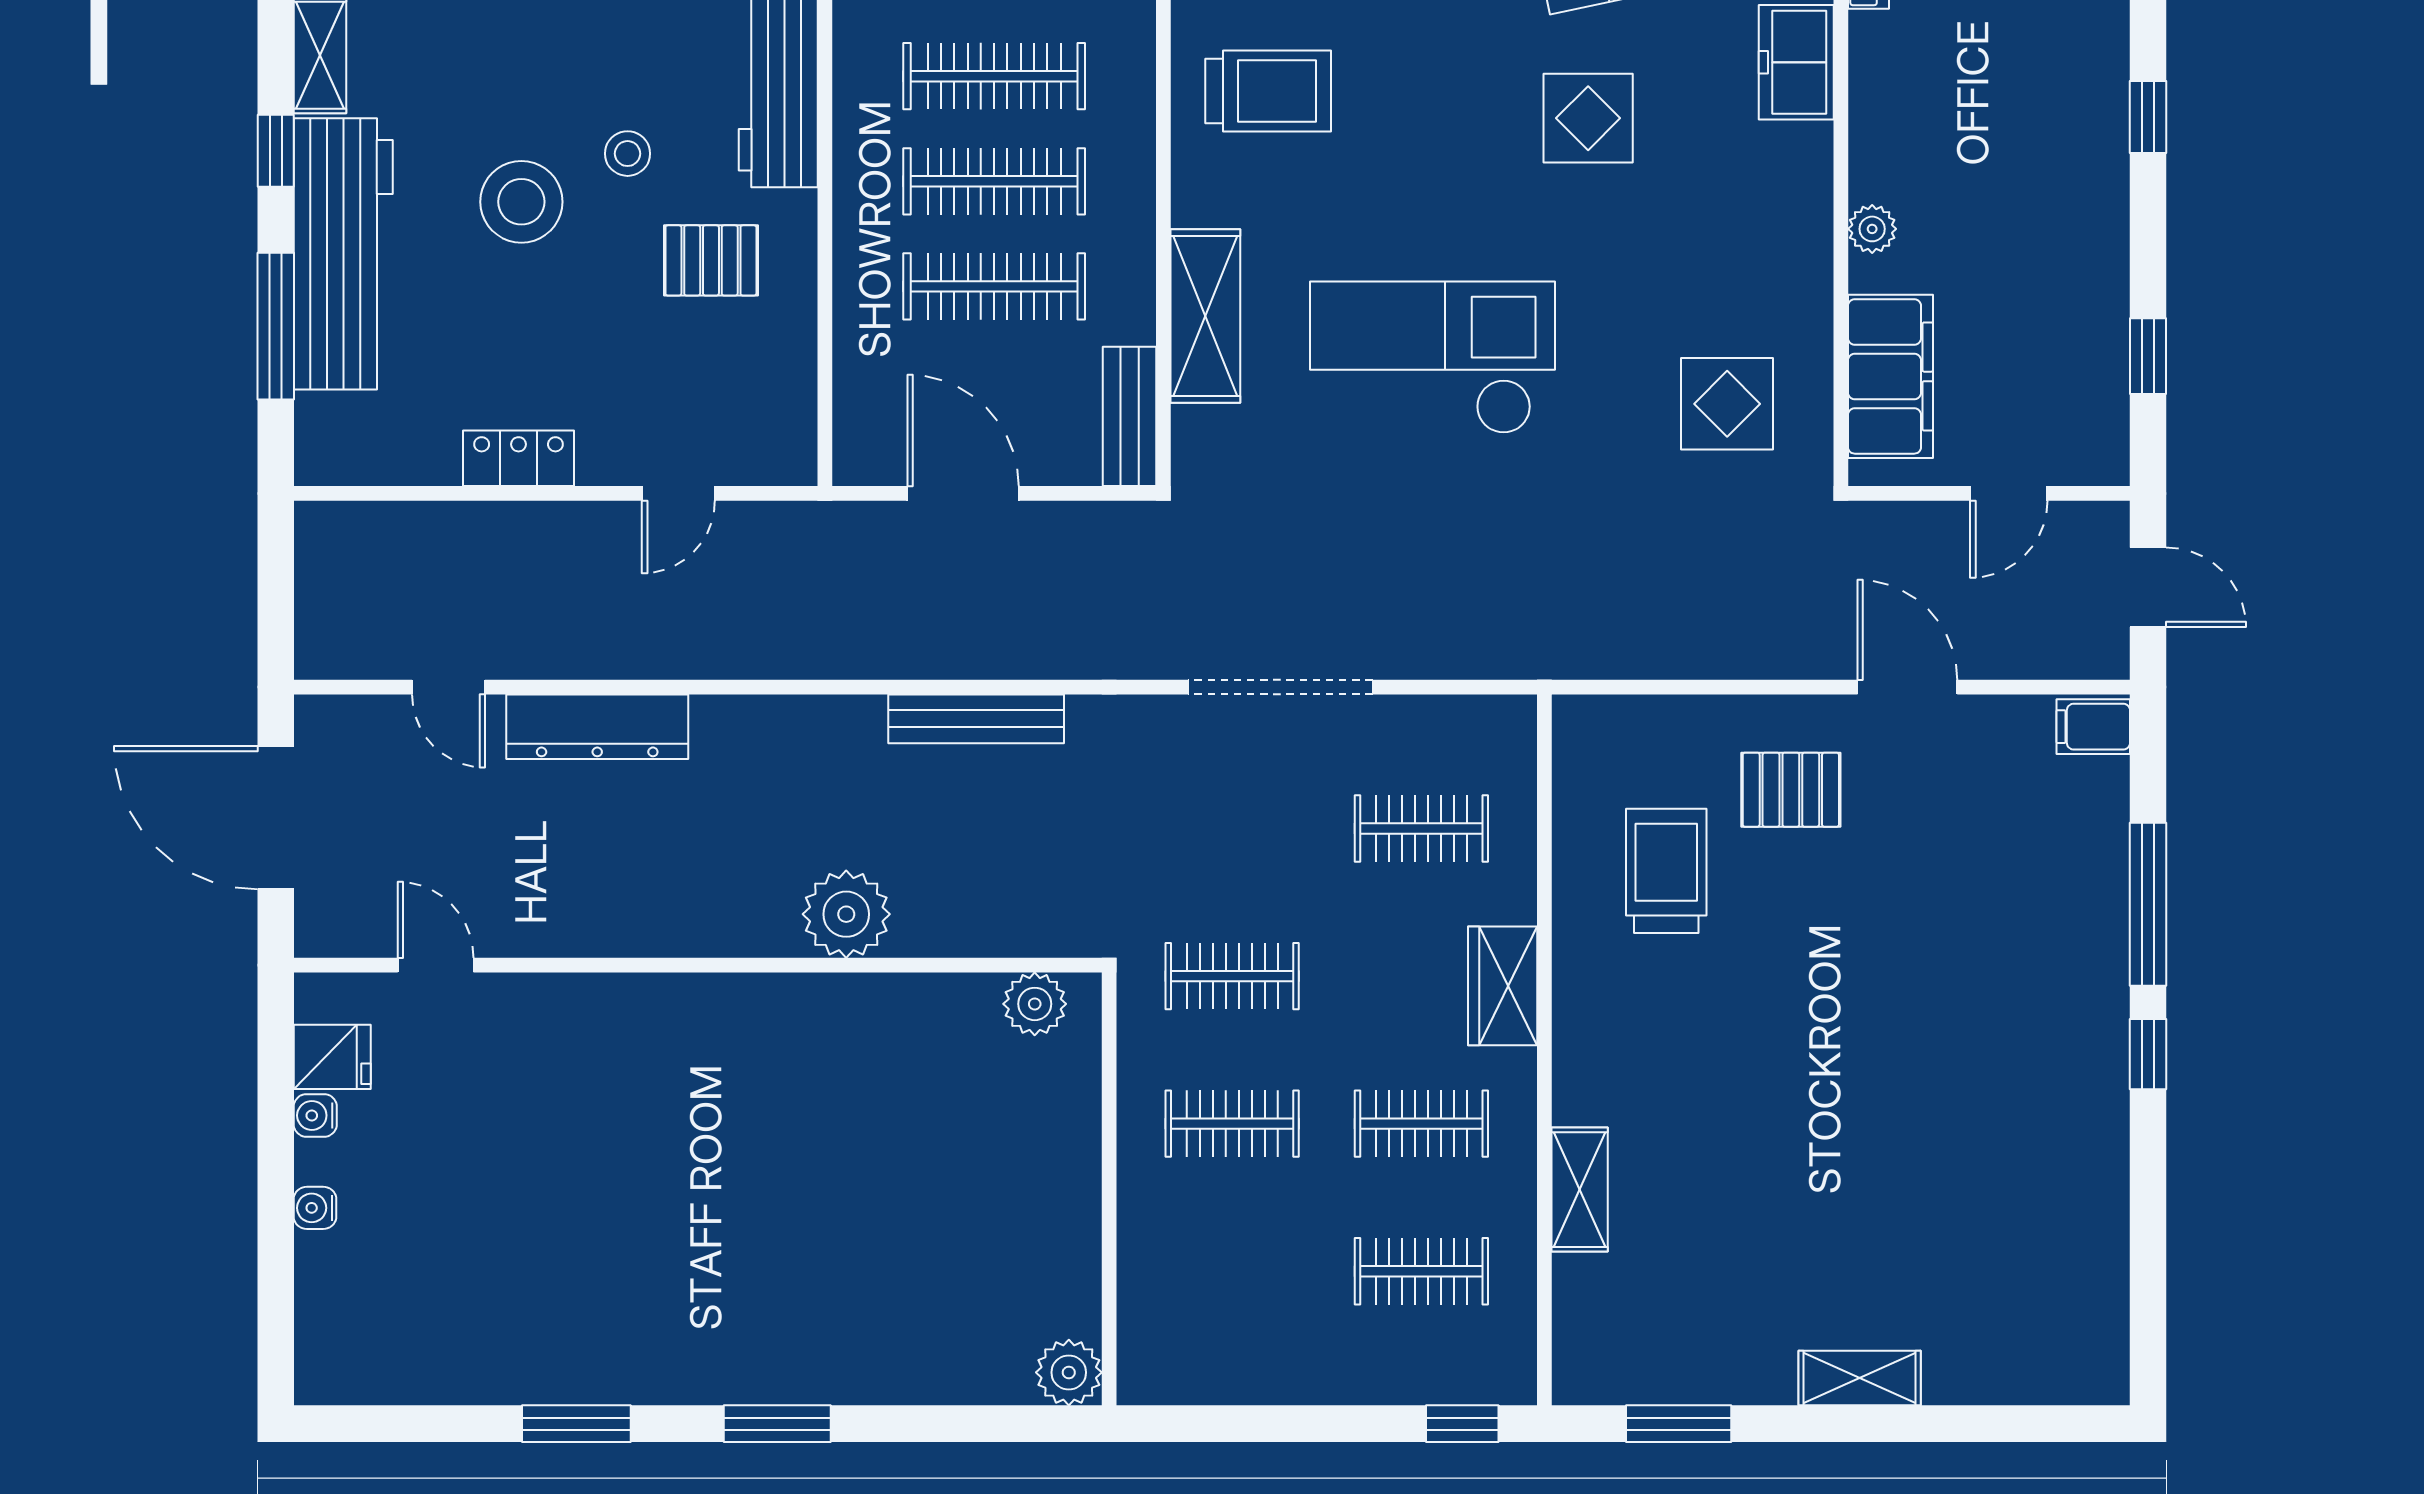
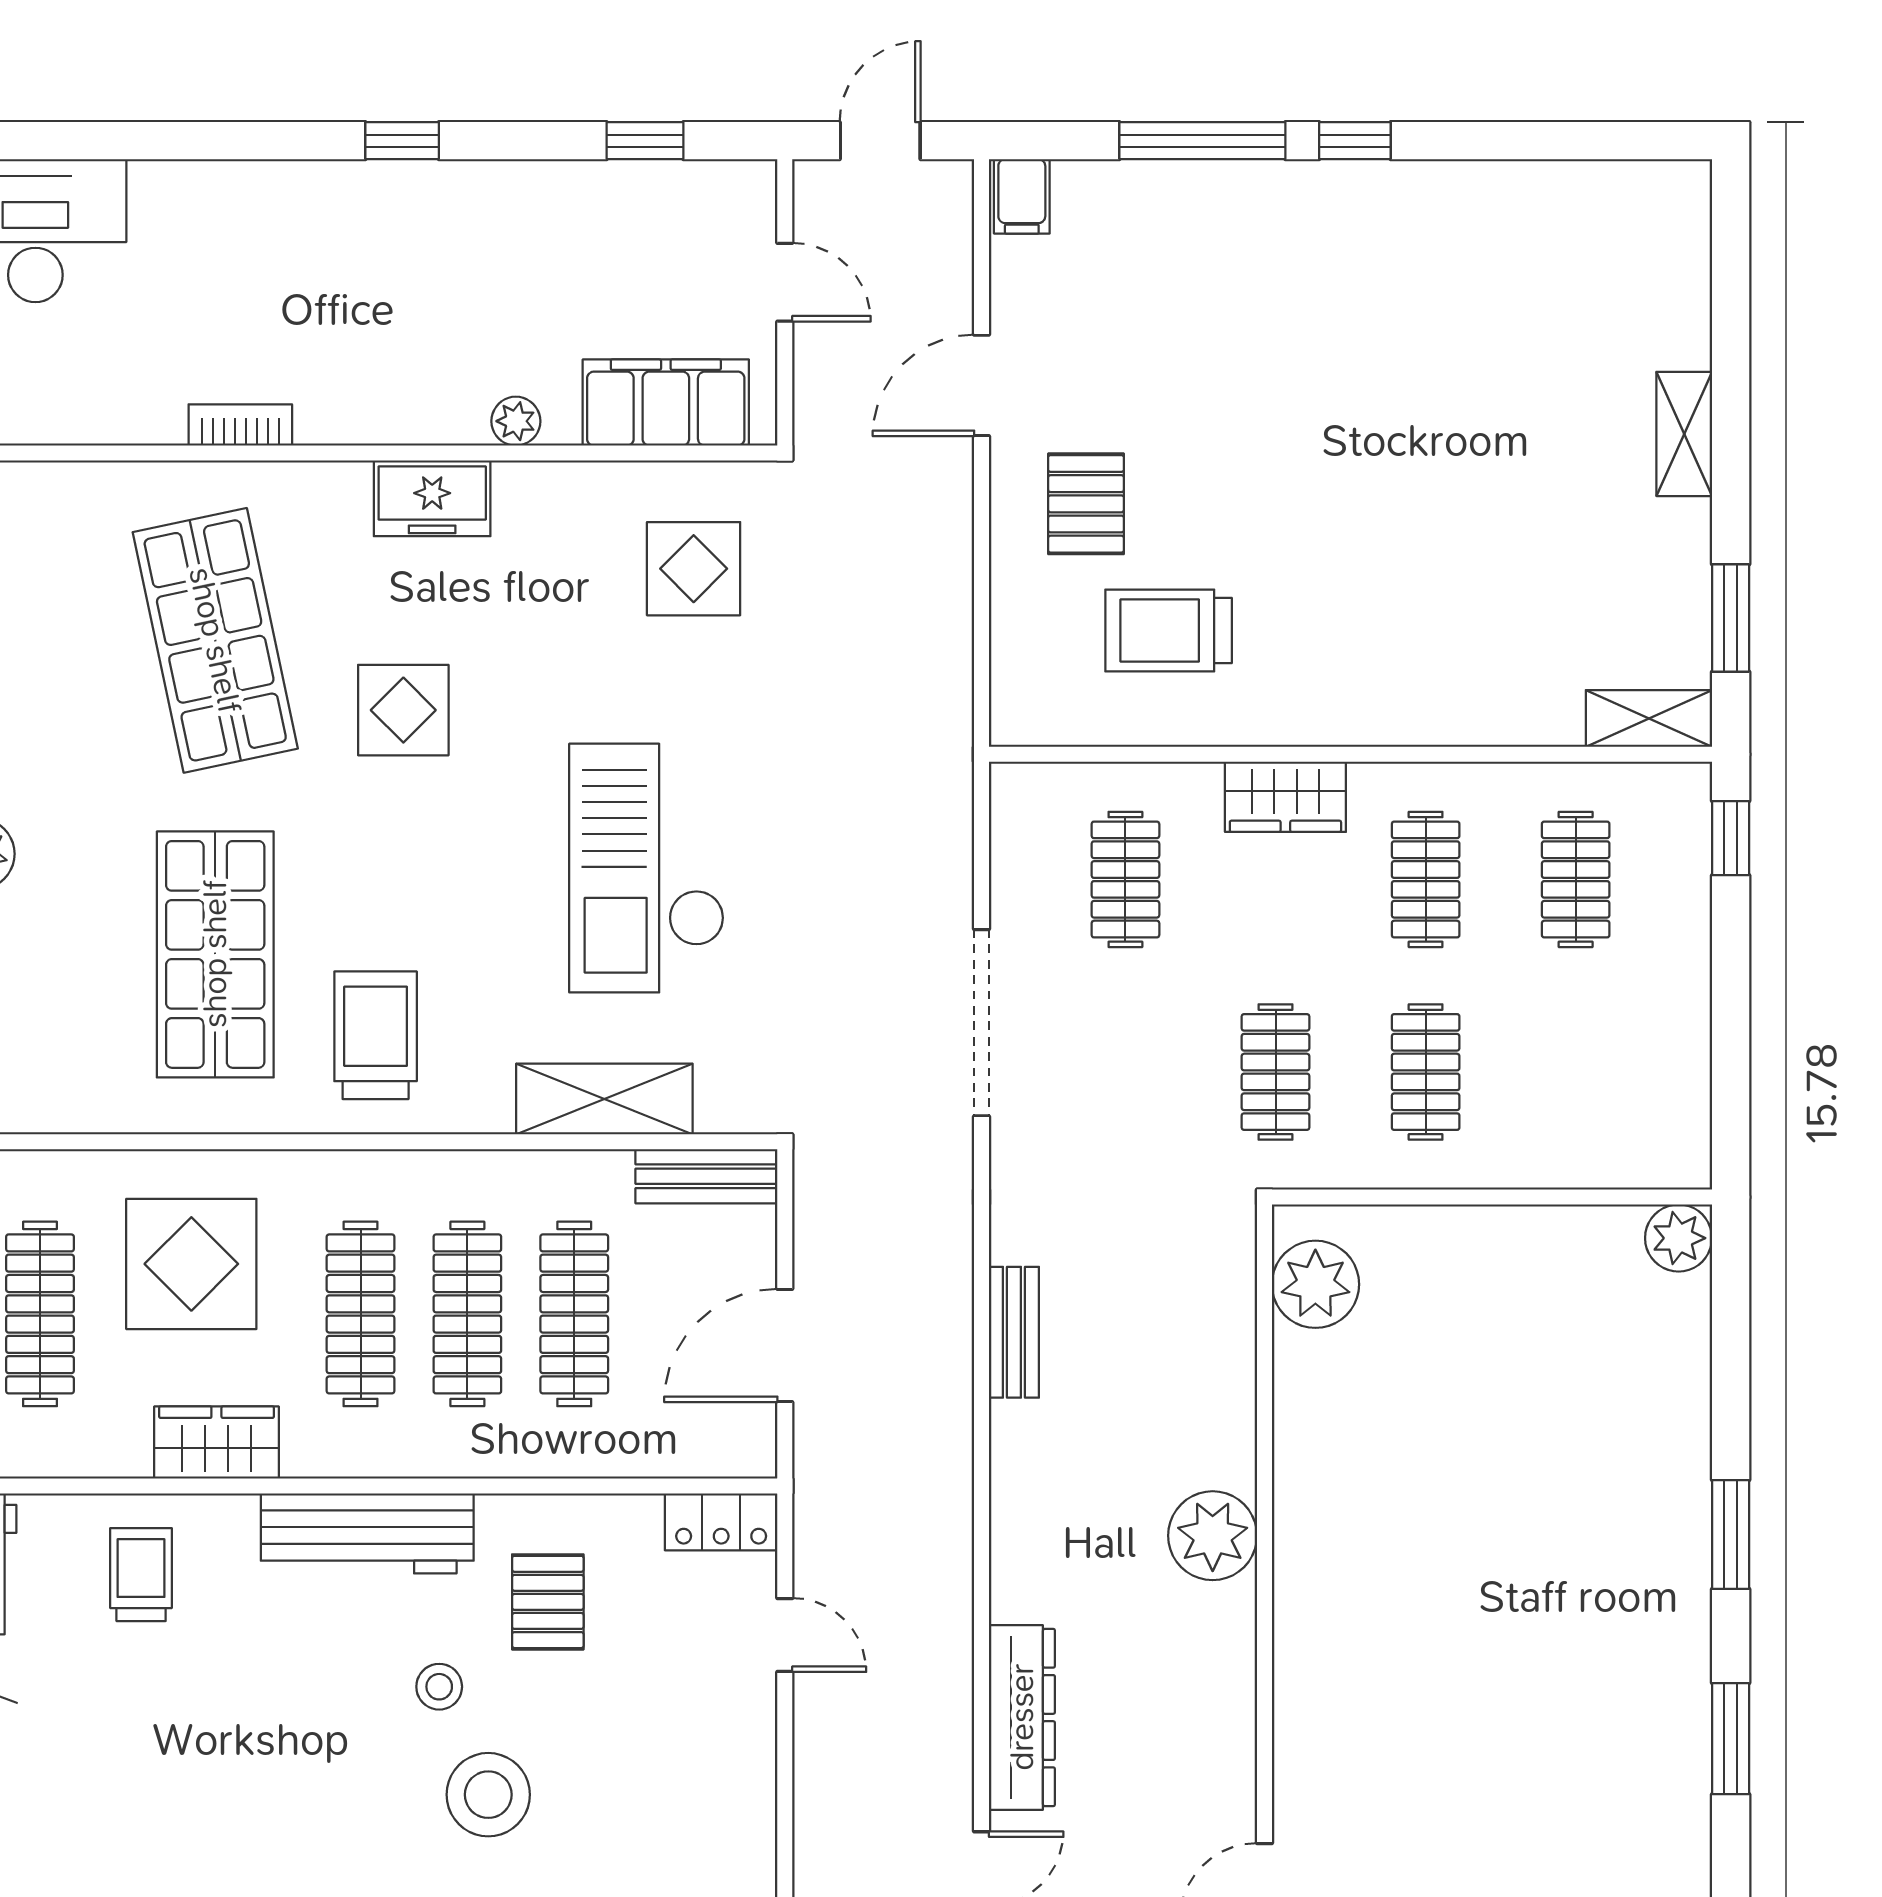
freezer: (1796, 62) -> (432, 498), moved
locker: (519, 458) -> (721, 1522), moved, turned -90
bench: (976, 719) -> (1014, 1332), width x0.73
plant: (846, 914) -> (1213, 1536), moved
plant: (1035, 1004) -> (1315, 1284), width x1.36, depth x1.36
shelving: (1580, 1190) -> (1649, 719), moved

